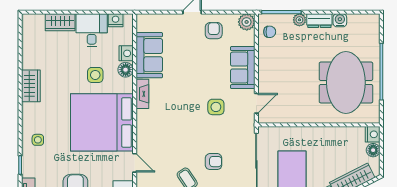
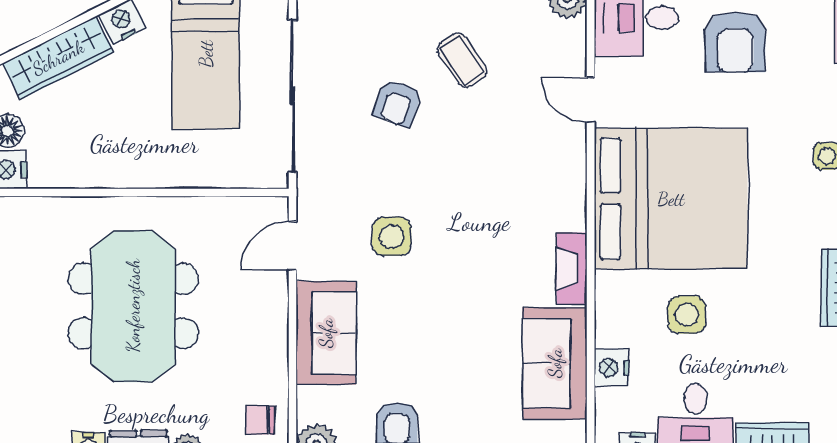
floor lamp: (126, 70) -> (613, 328), removed
meeting table: (346, 82) -> (133, 306), moved
armchair: (214, 162) -> (397, 103), turned -71

